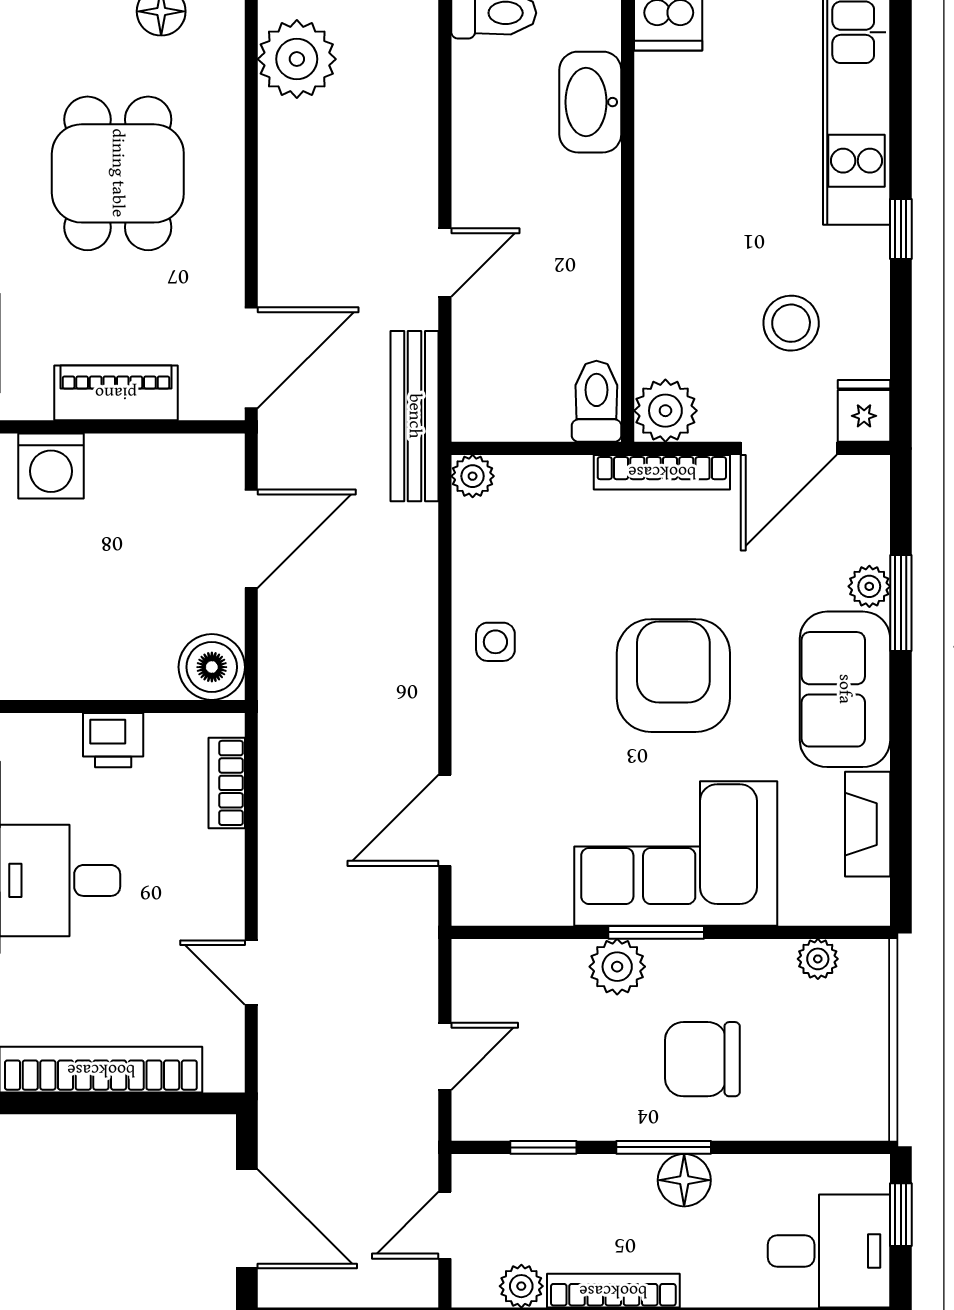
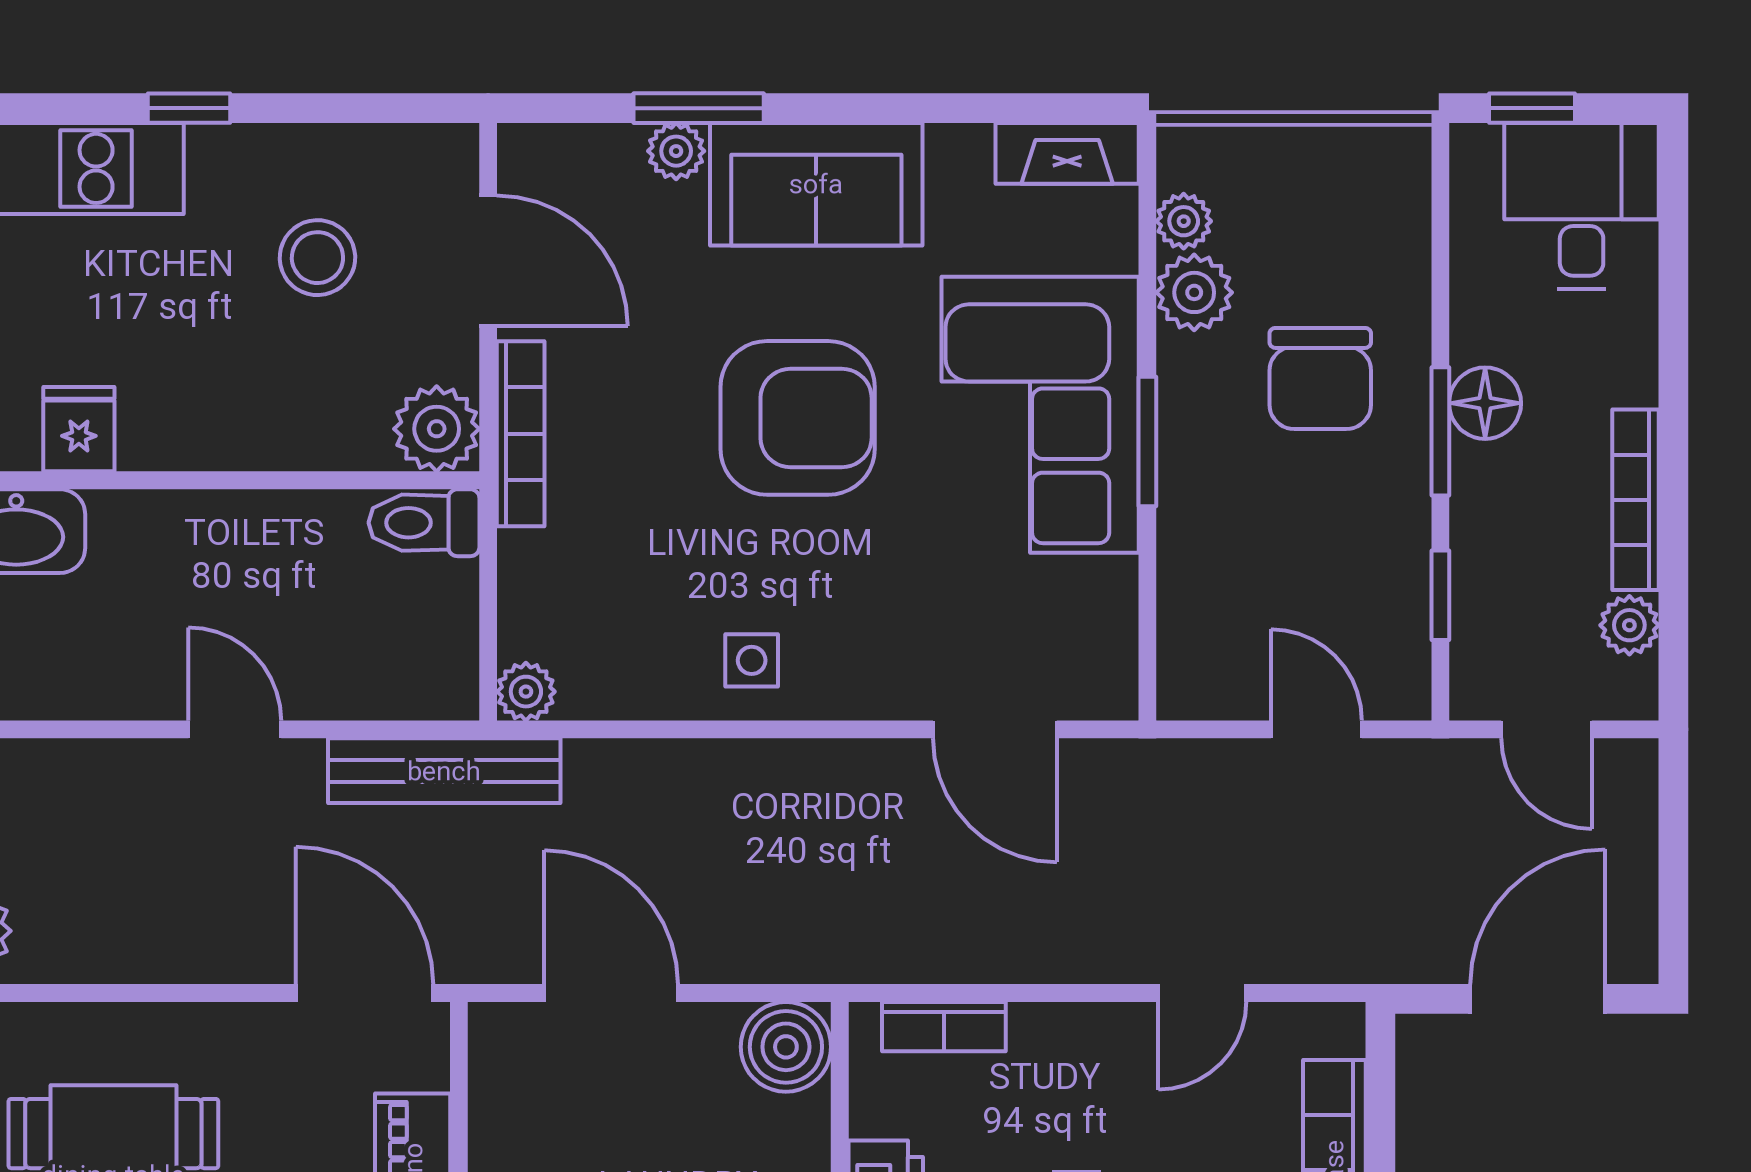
fridge: (864, 411) -> (79, 429), moved, turned 90
armchair: (673, 676) -> (798, 418), turned 180
fireplace: (868, 824) -> (1067, 153), moved
plant: (617, 967) -> (1194, 292), moved

